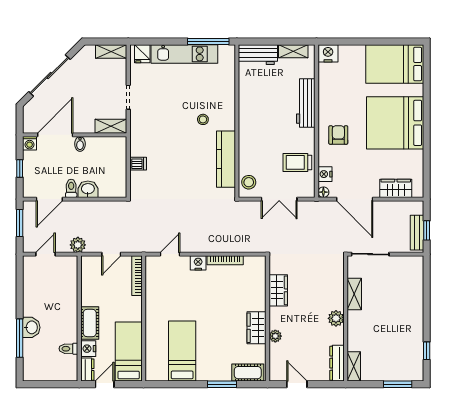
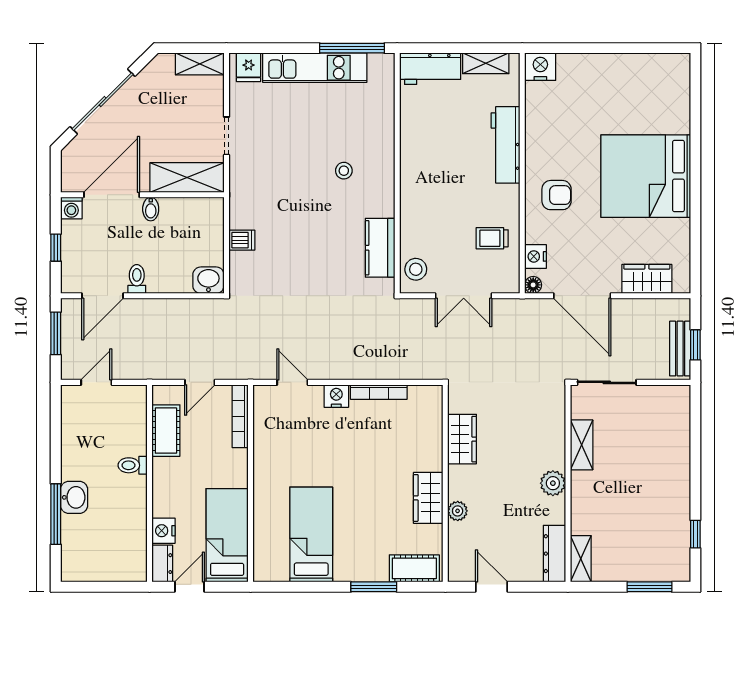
bed: (395, 64) -> (645, 84), removed
shelving: (111, 126) -> (187, 178), width x1.50, depth x1.33
armchair: (338, 135) -> (557, 195), turned 90
kitchen counter: (226, 159) -> (380, 248), width x0.67
trolley: (297, 162) -> (492, 238), width x0.73, depth x0.72
washbasin: (88, 189) -> (208, 280), moved
plant: (78, 245) -> (147, 368), removed
door: (170, 254) -> (292, 382), hinge flipped
cot: (90, 323) -> (166, 431), moved
toilet: (68, 349) -> (133, 465), moved

